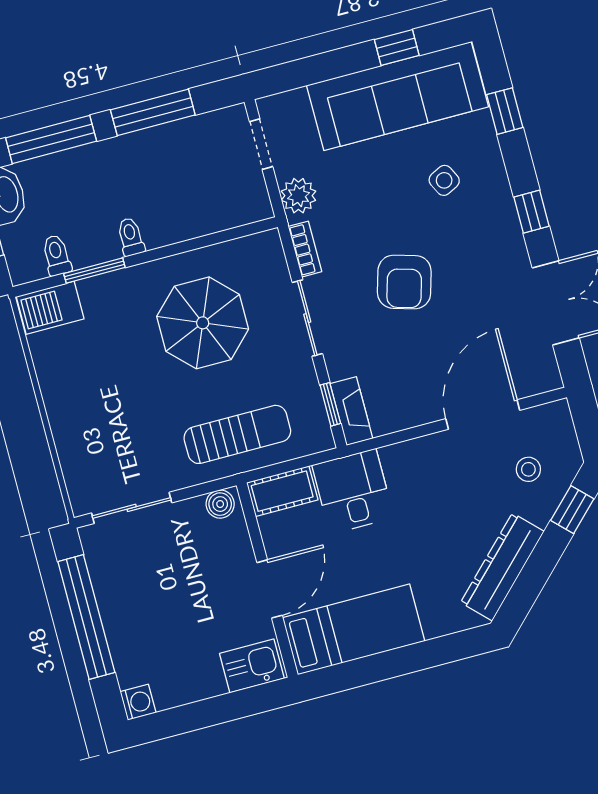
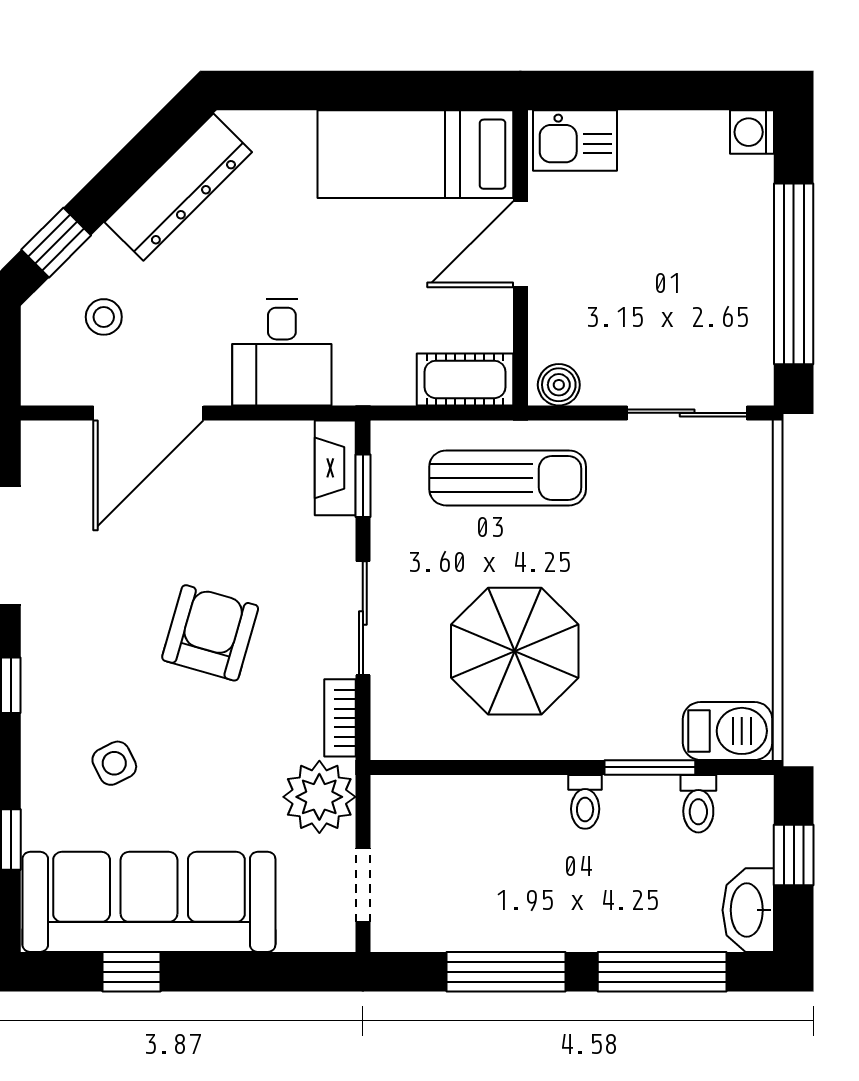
plant: (298, 196) -> (319, 797), width x1.36, depth x1.36
sun lounger: (237, 434) -> (508, 478), turned 180
desk: (353, 491) -> (282, 352), moved

